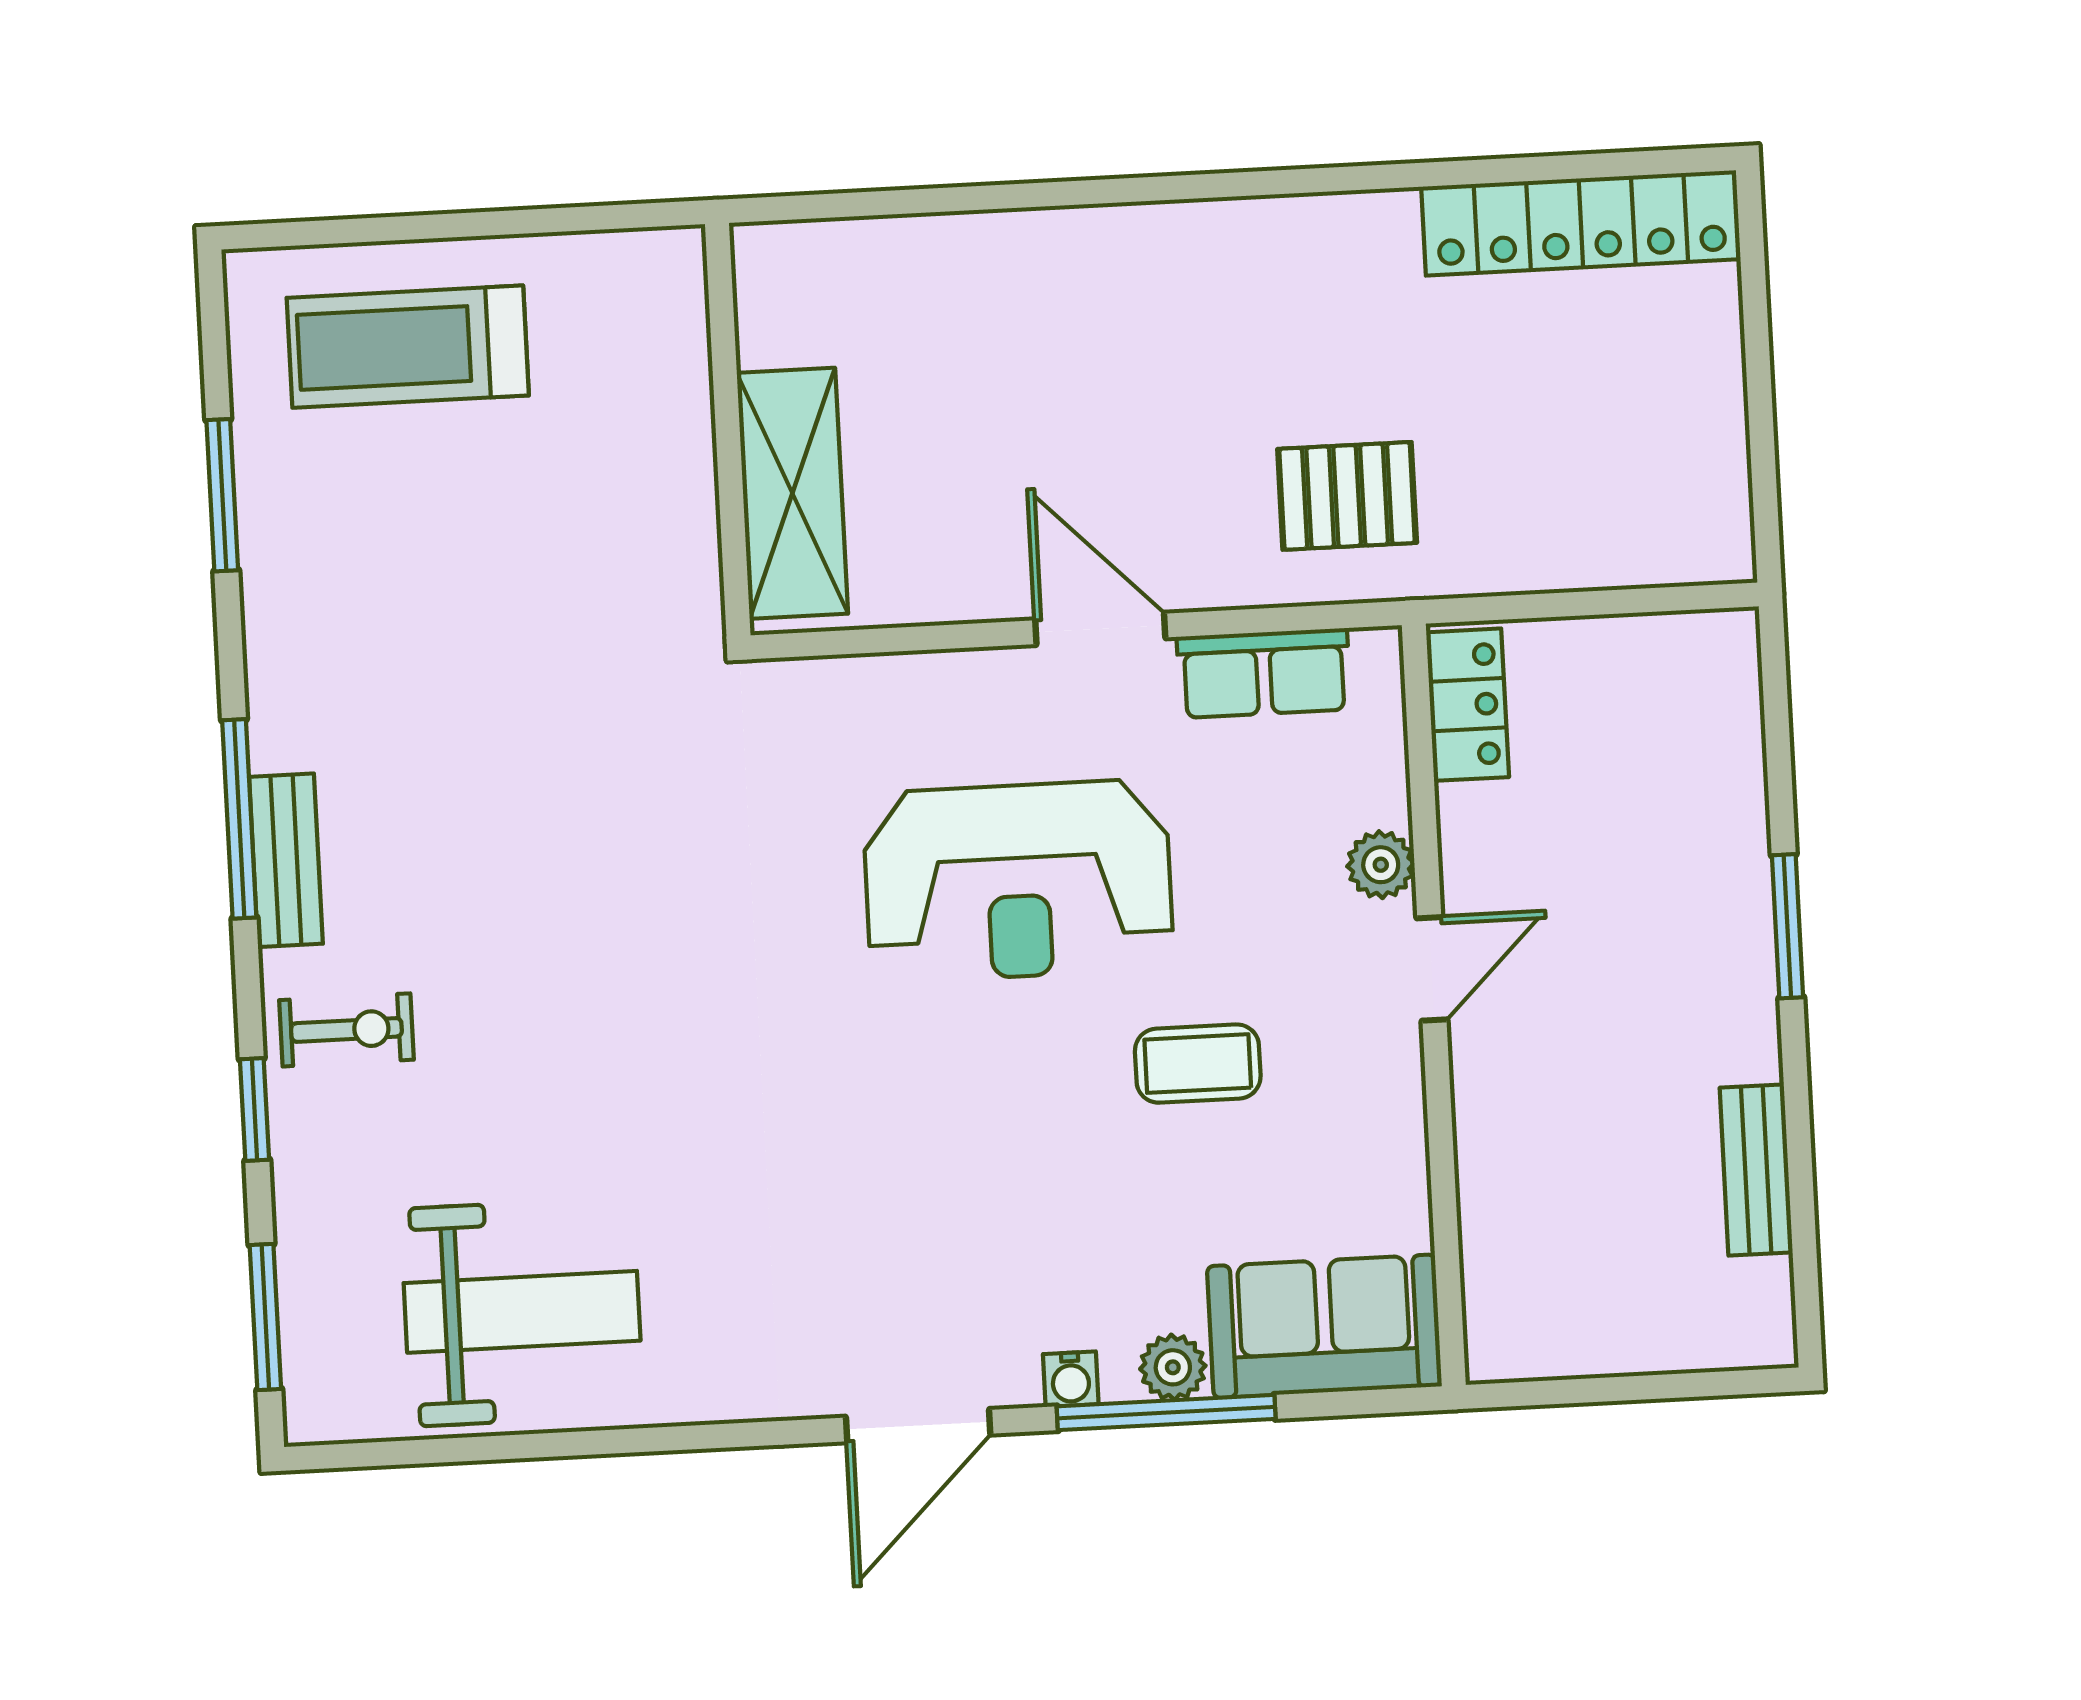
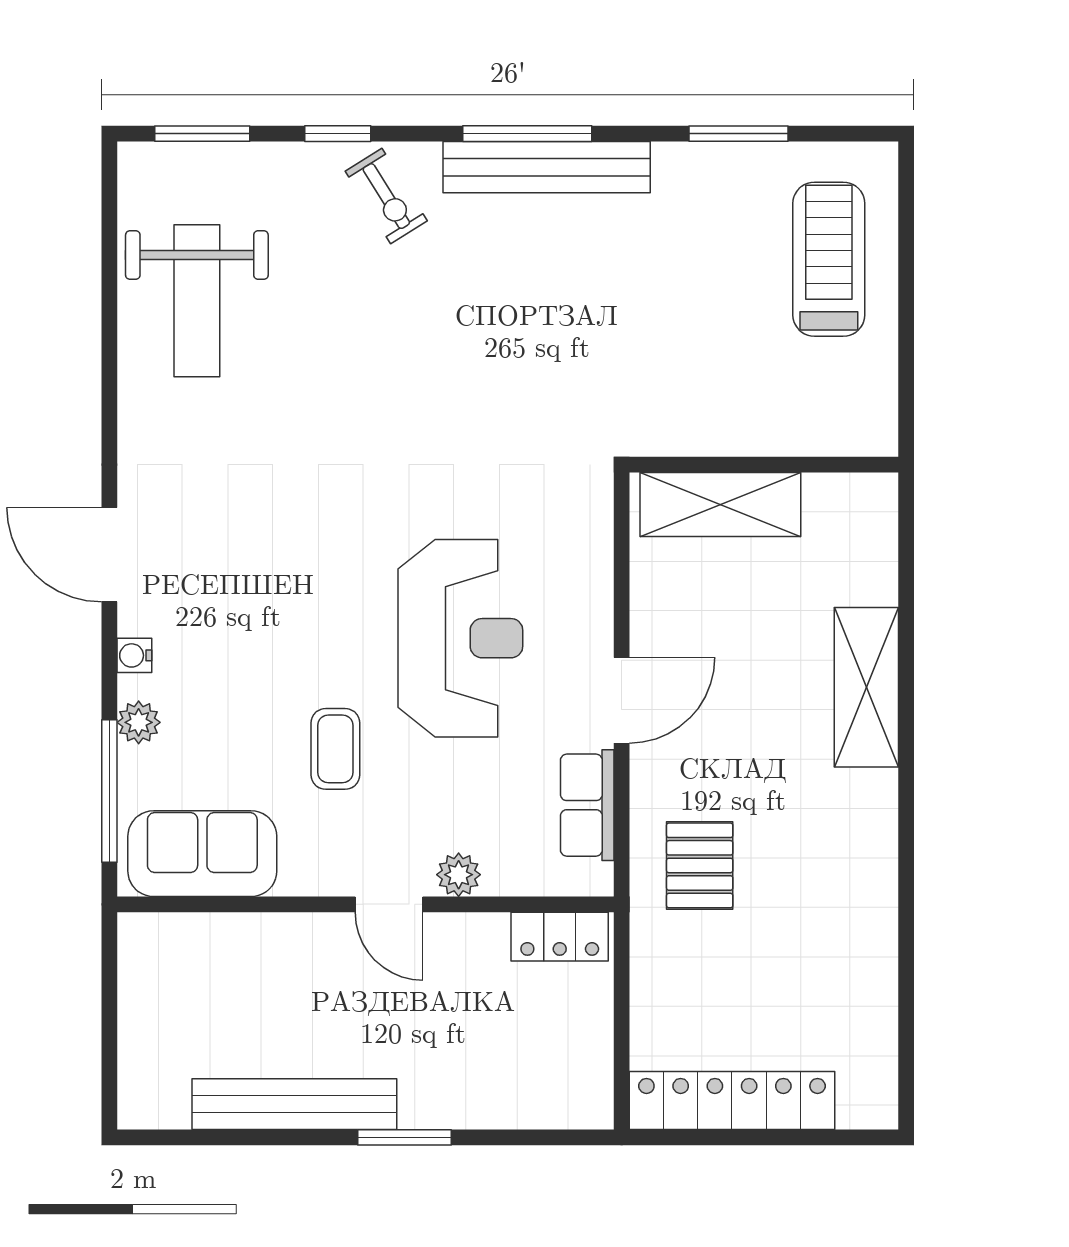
locker: (1581, 223) -> (732, 1100), moved, turned 90
shelving: (1061, 255) -> (866, 687), added
bench: (286, 860) -> (547, 167), width x1.86, depth x1.21
reception desk: (1018, 881) -> (460, 638), turned 180
exercise bike: (346, 1030) -> (386, 196), turned -32
bench: (1756, 1170) -> (294, 1104), width x1.86, depth x1.21
sofa: (1324, 1326) -> (202, 854), moved, turned -90
window: (1166, 1413) -> (109, 791), moved

